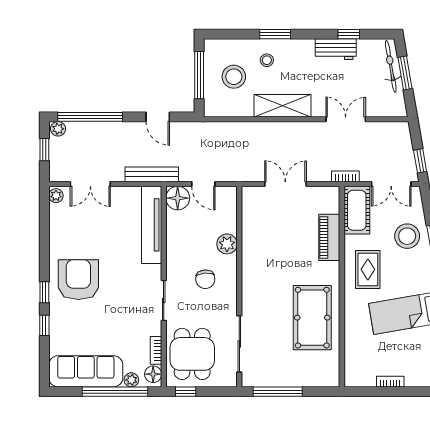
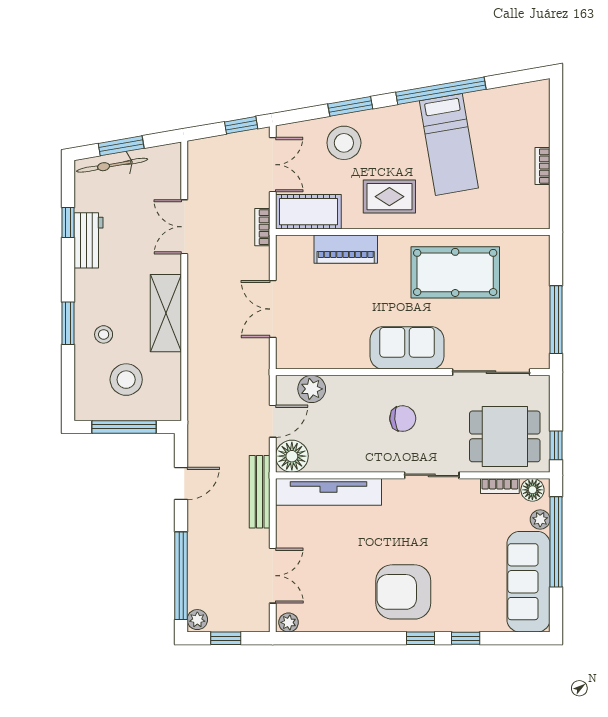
plant: (227, 244) -> (312, 389), moved
sofa: (257, 282) -> (407, 348), added

